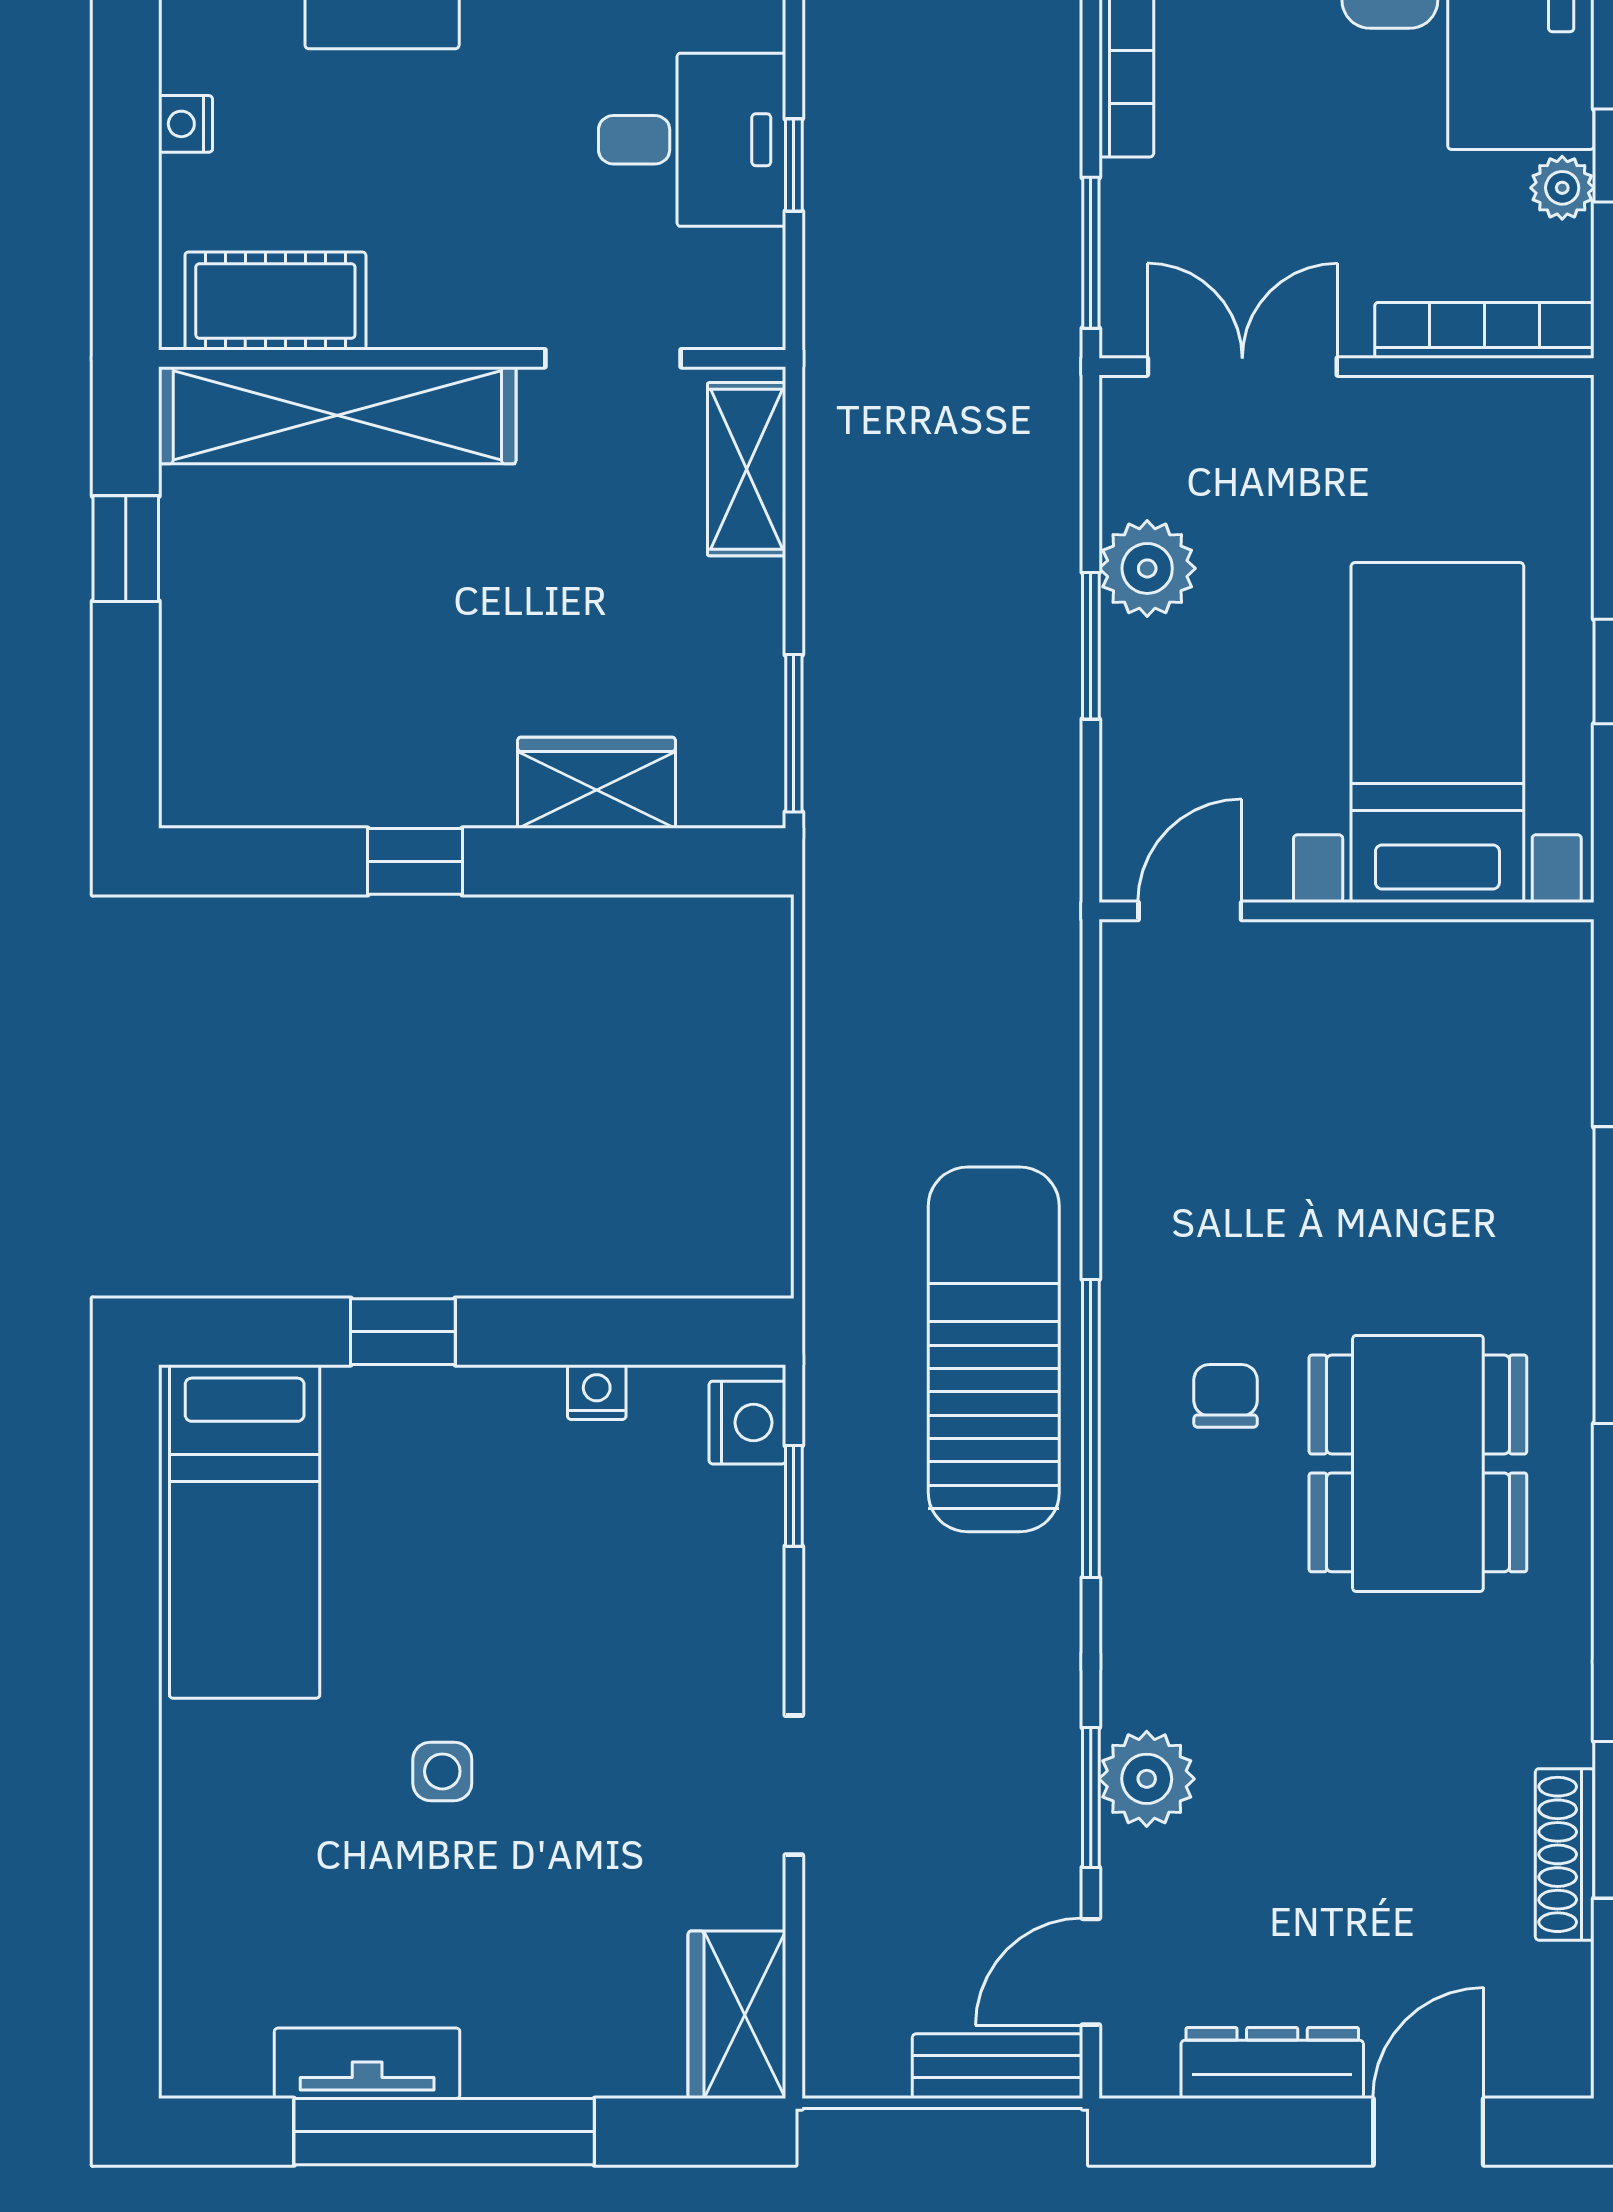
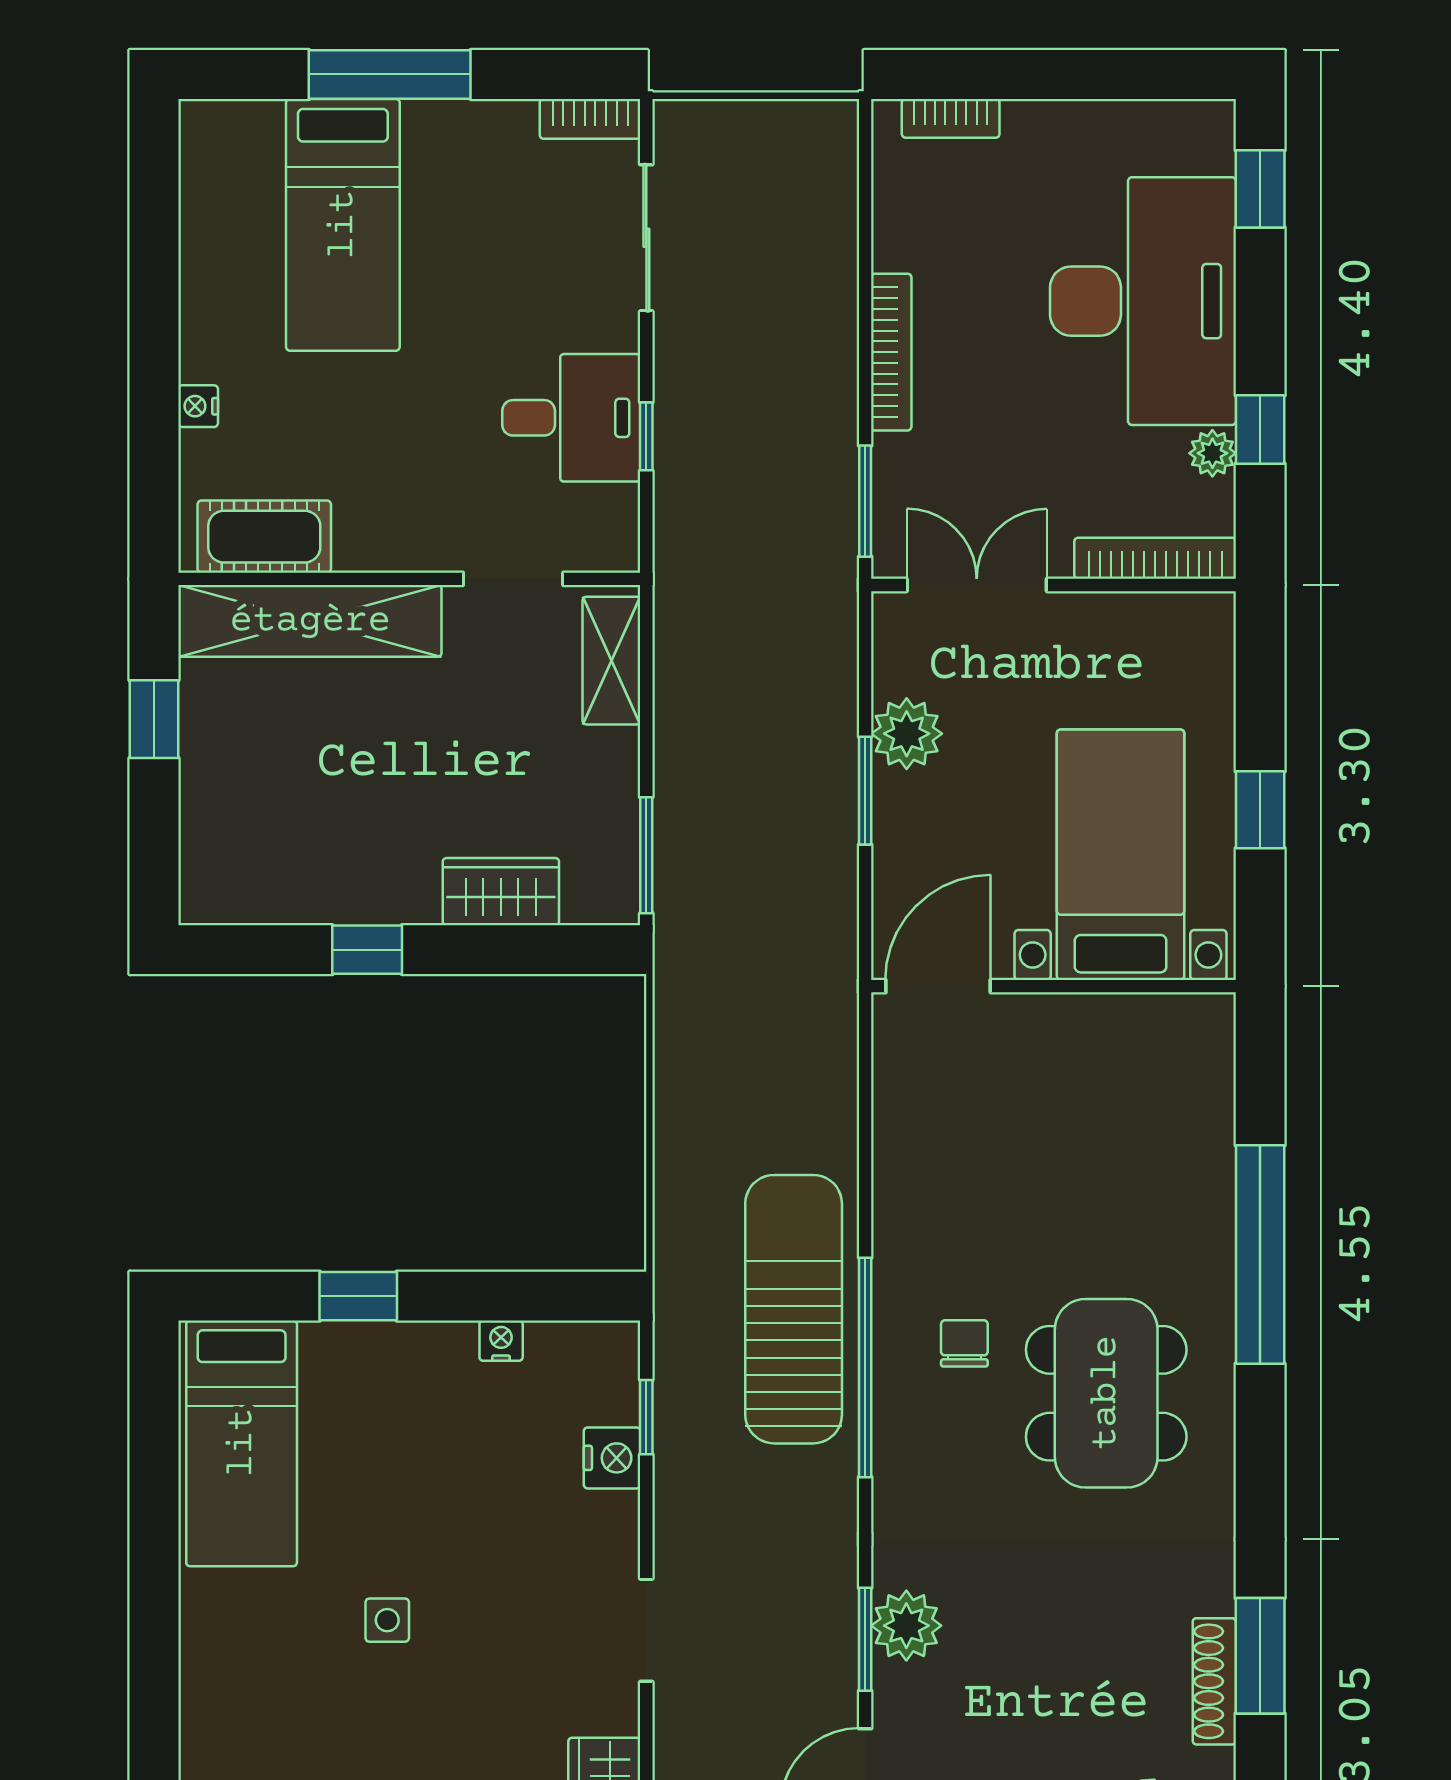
door: (1190, 911) -> (938, 986), width x1.38
nightstand: (747, 1423) -> (612, 1458), moved

